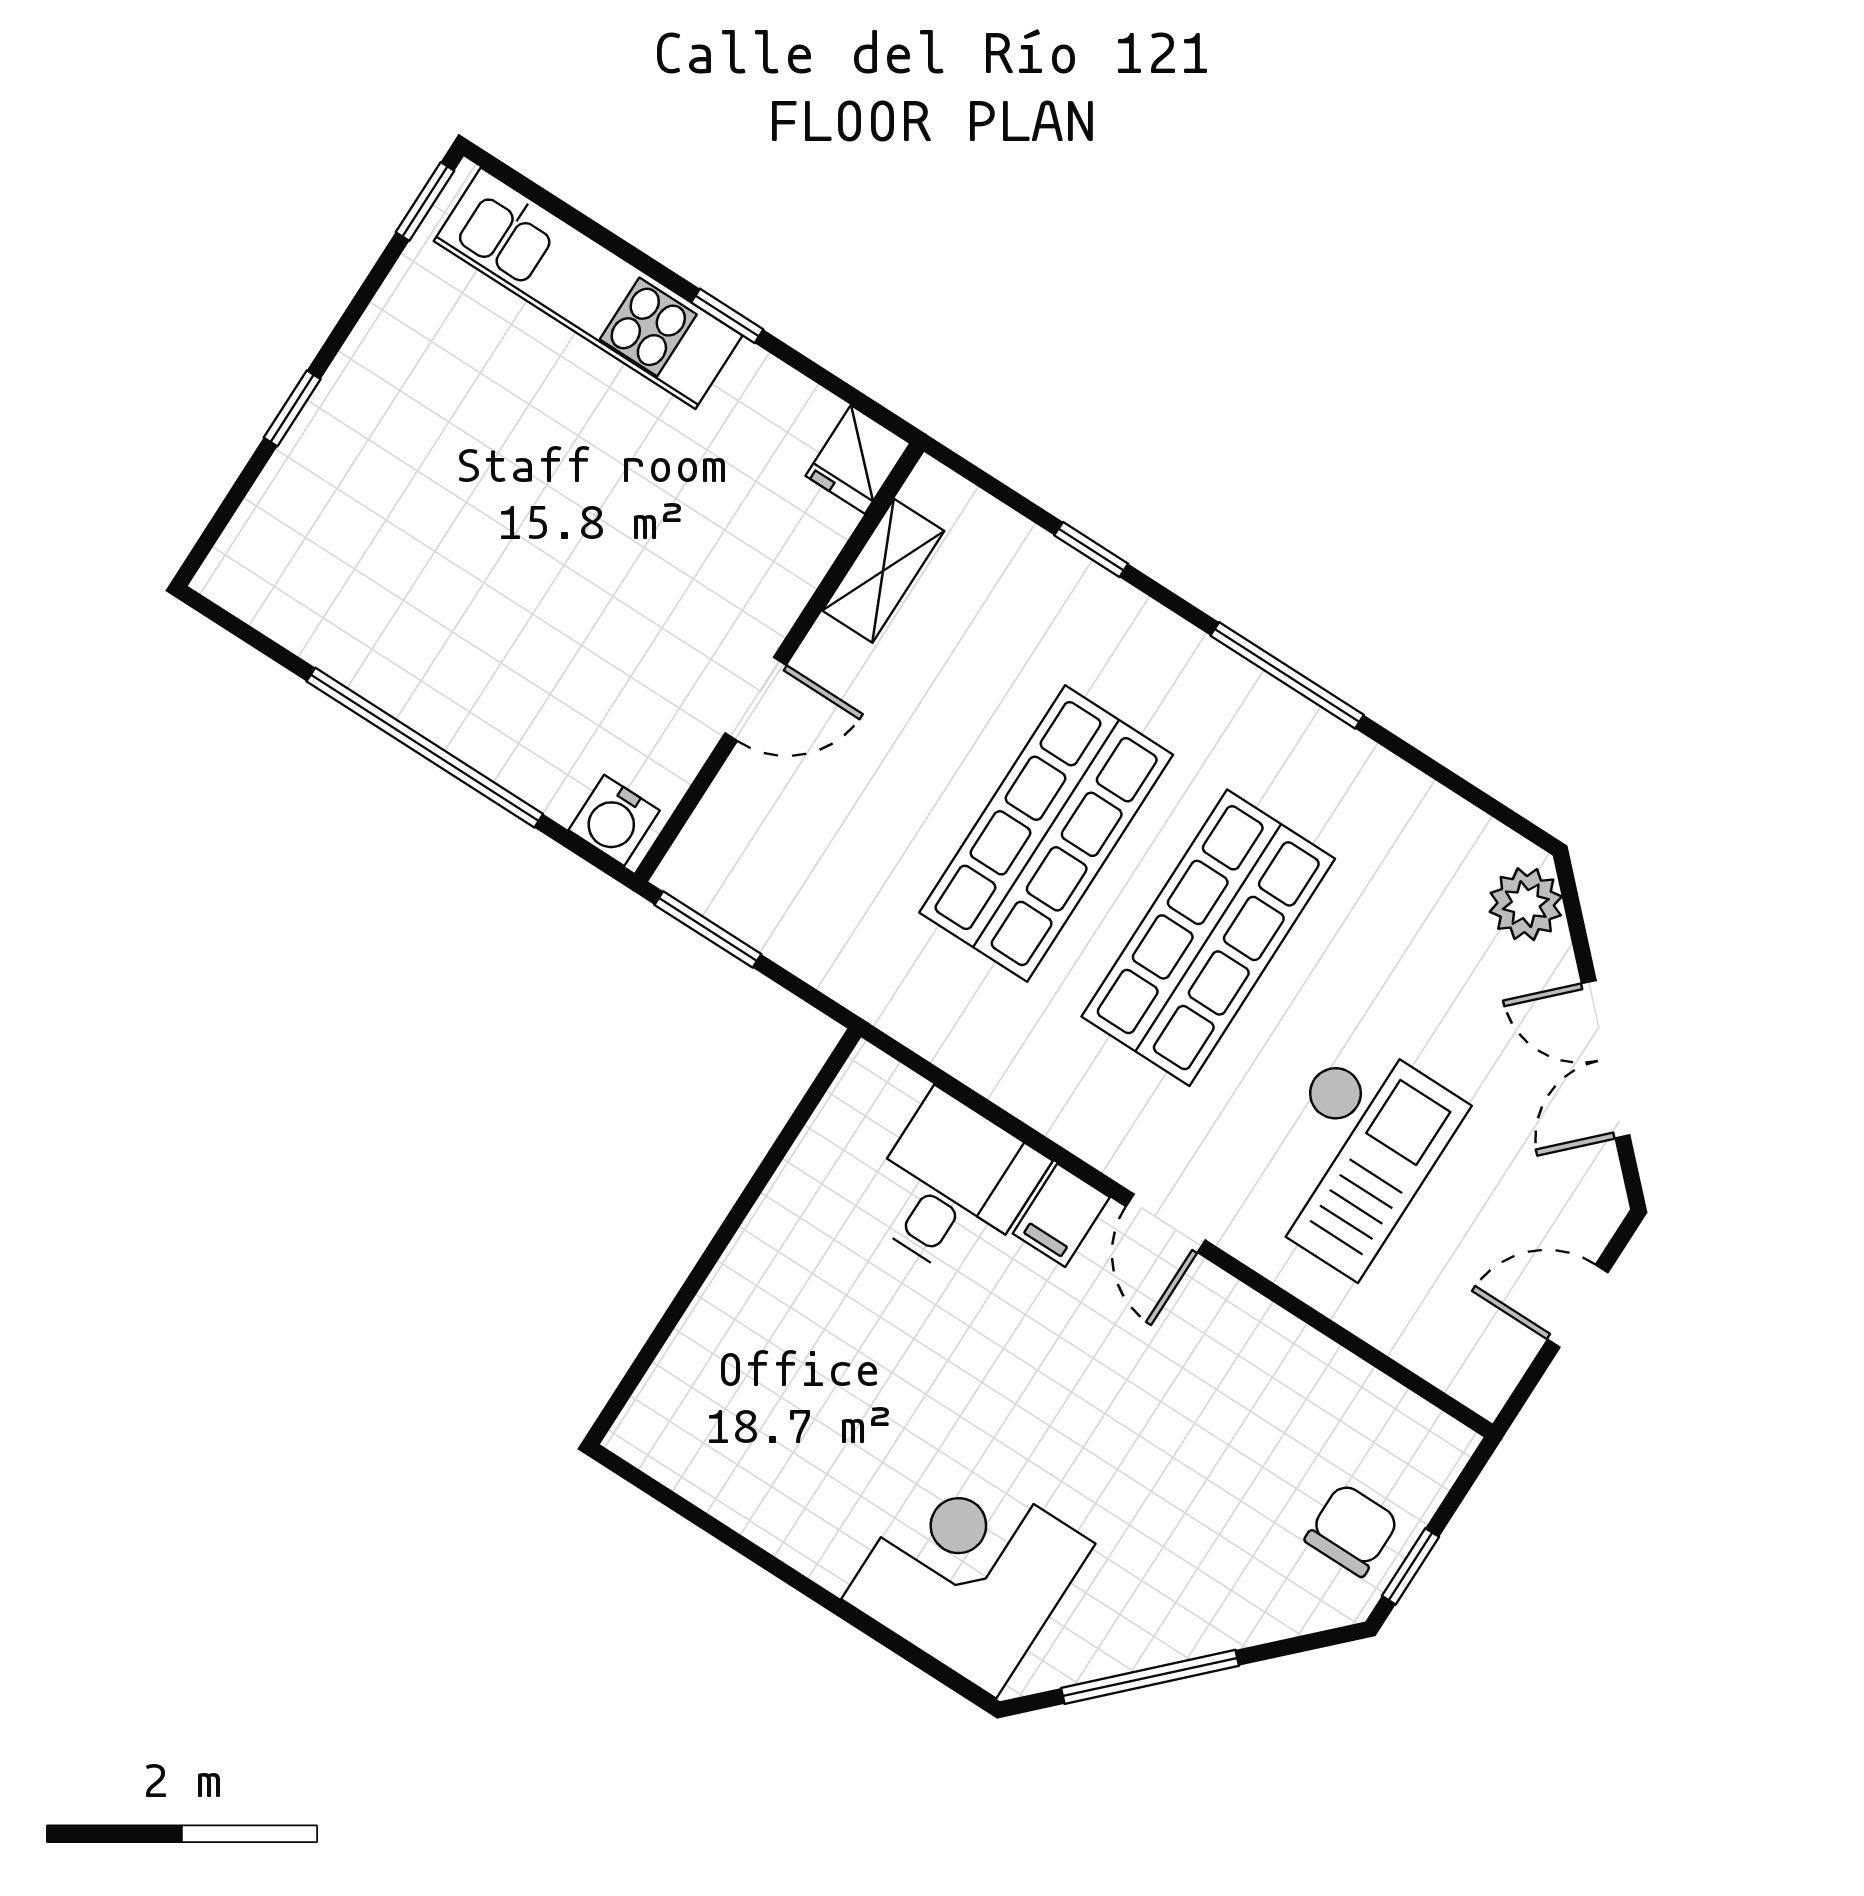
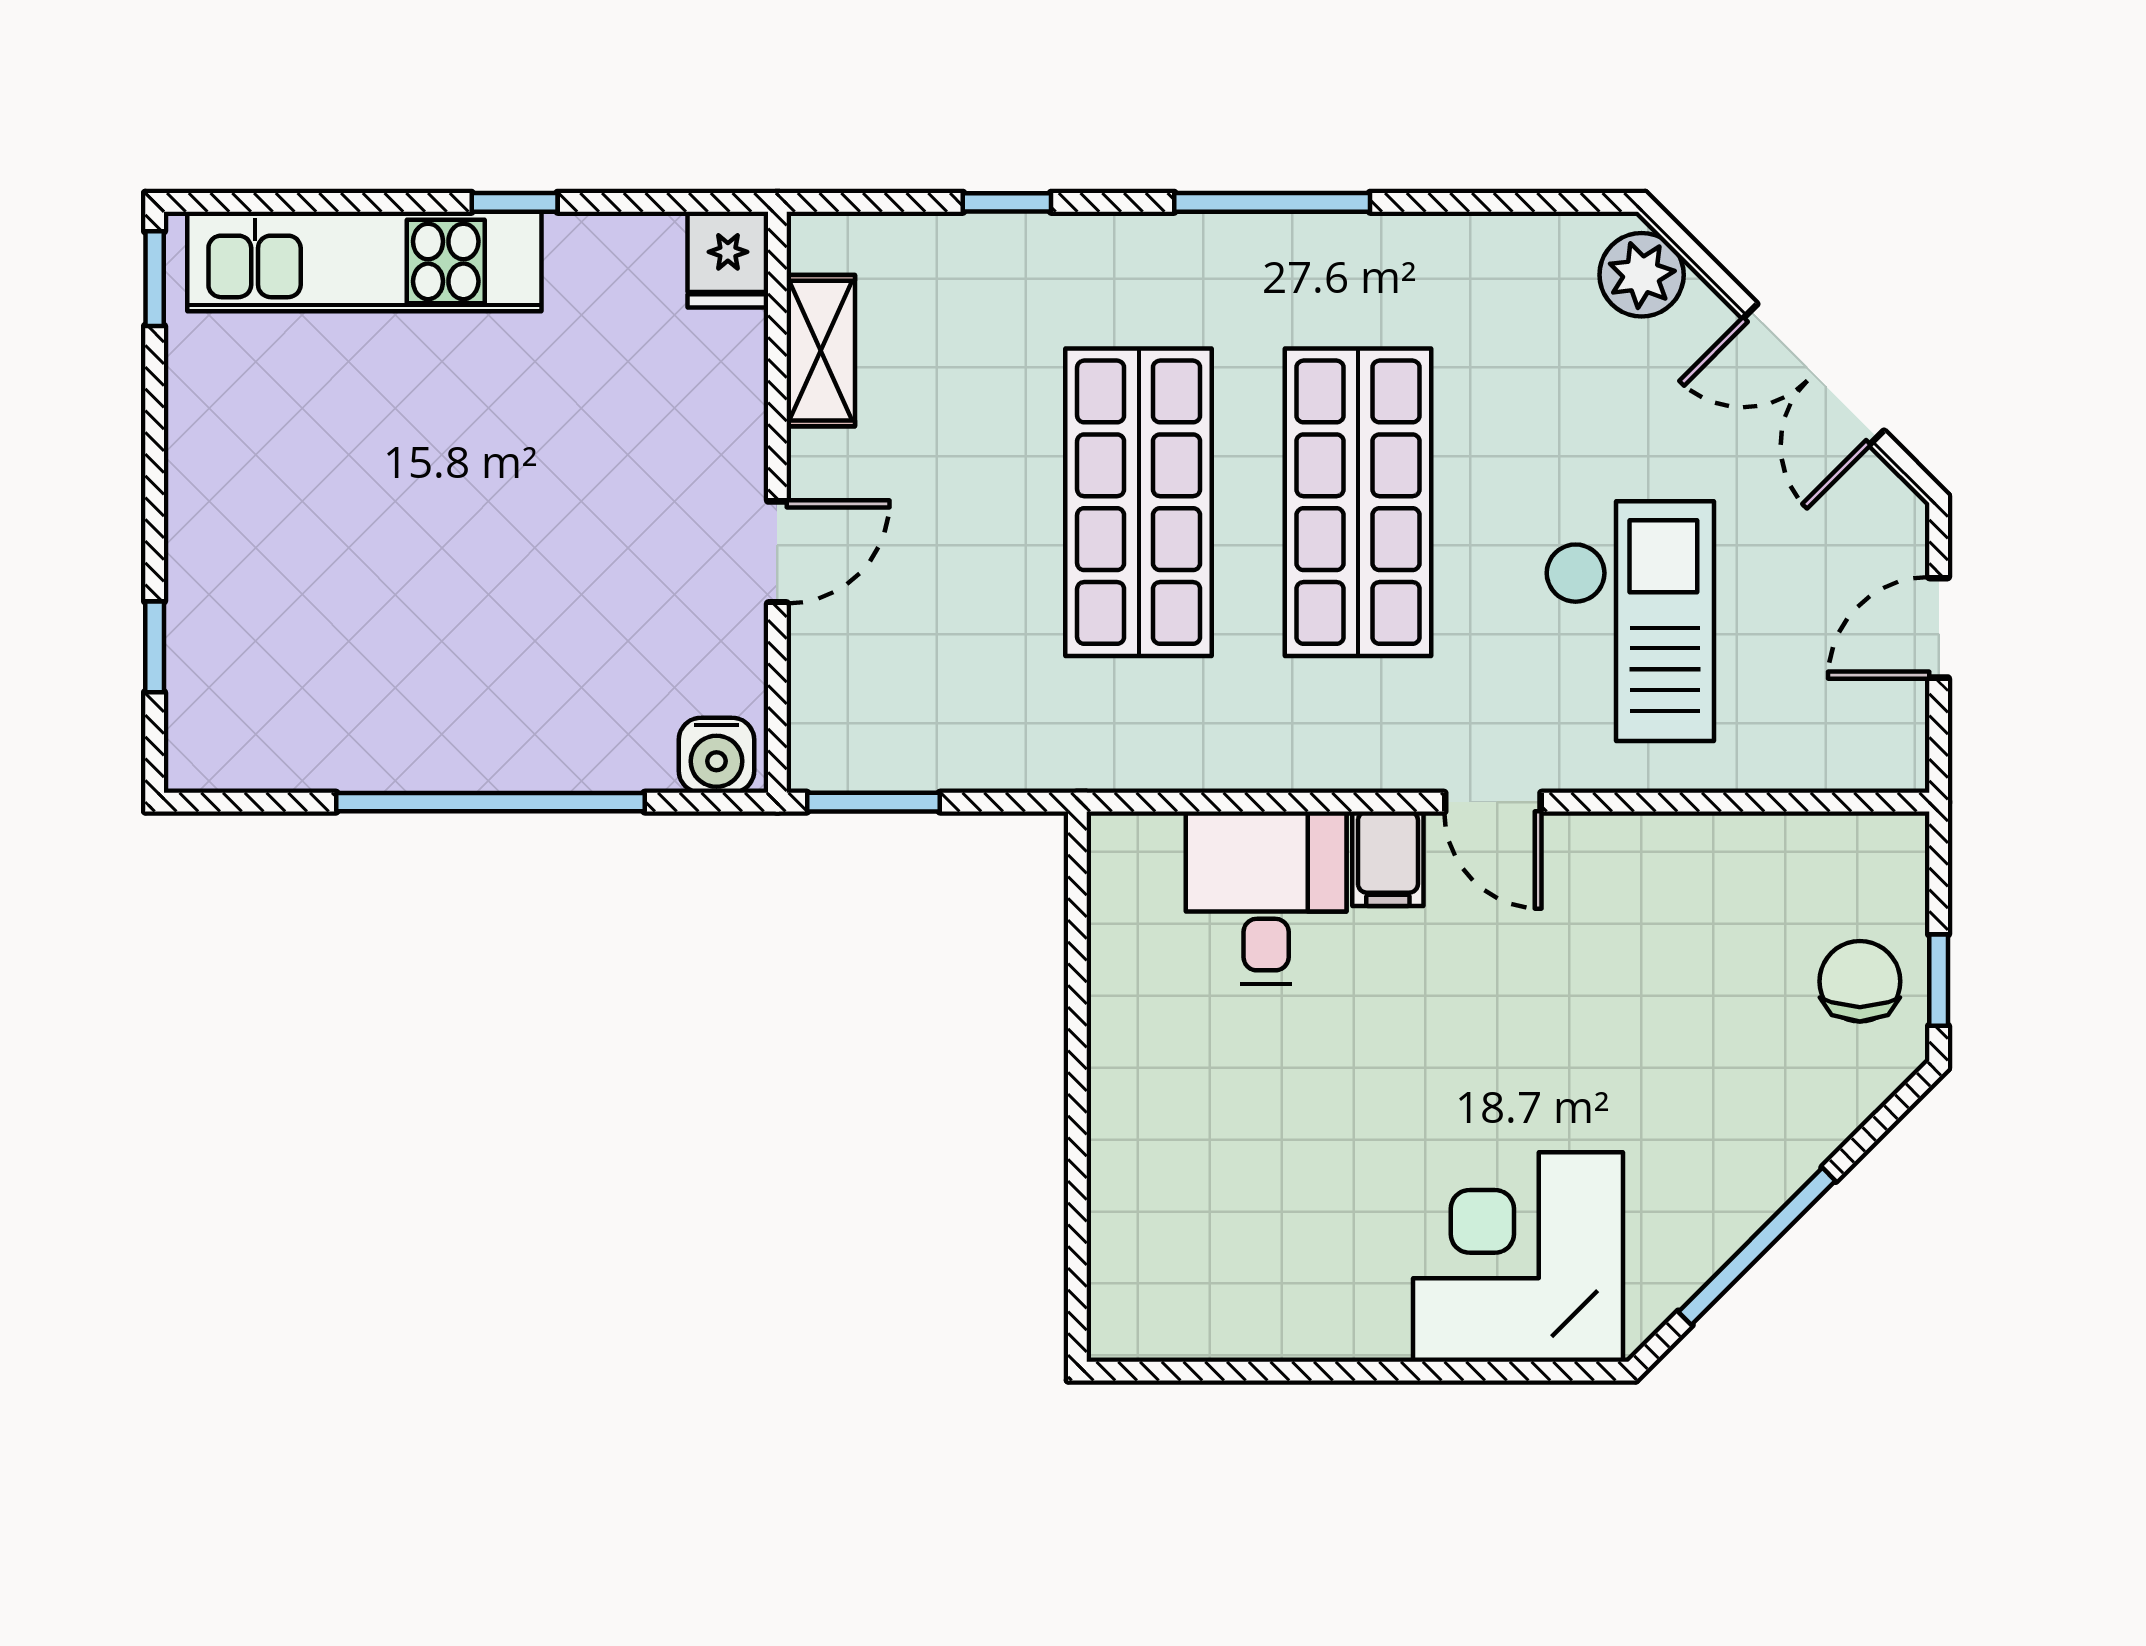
window: (292, 408) -> (155, 647), moved

